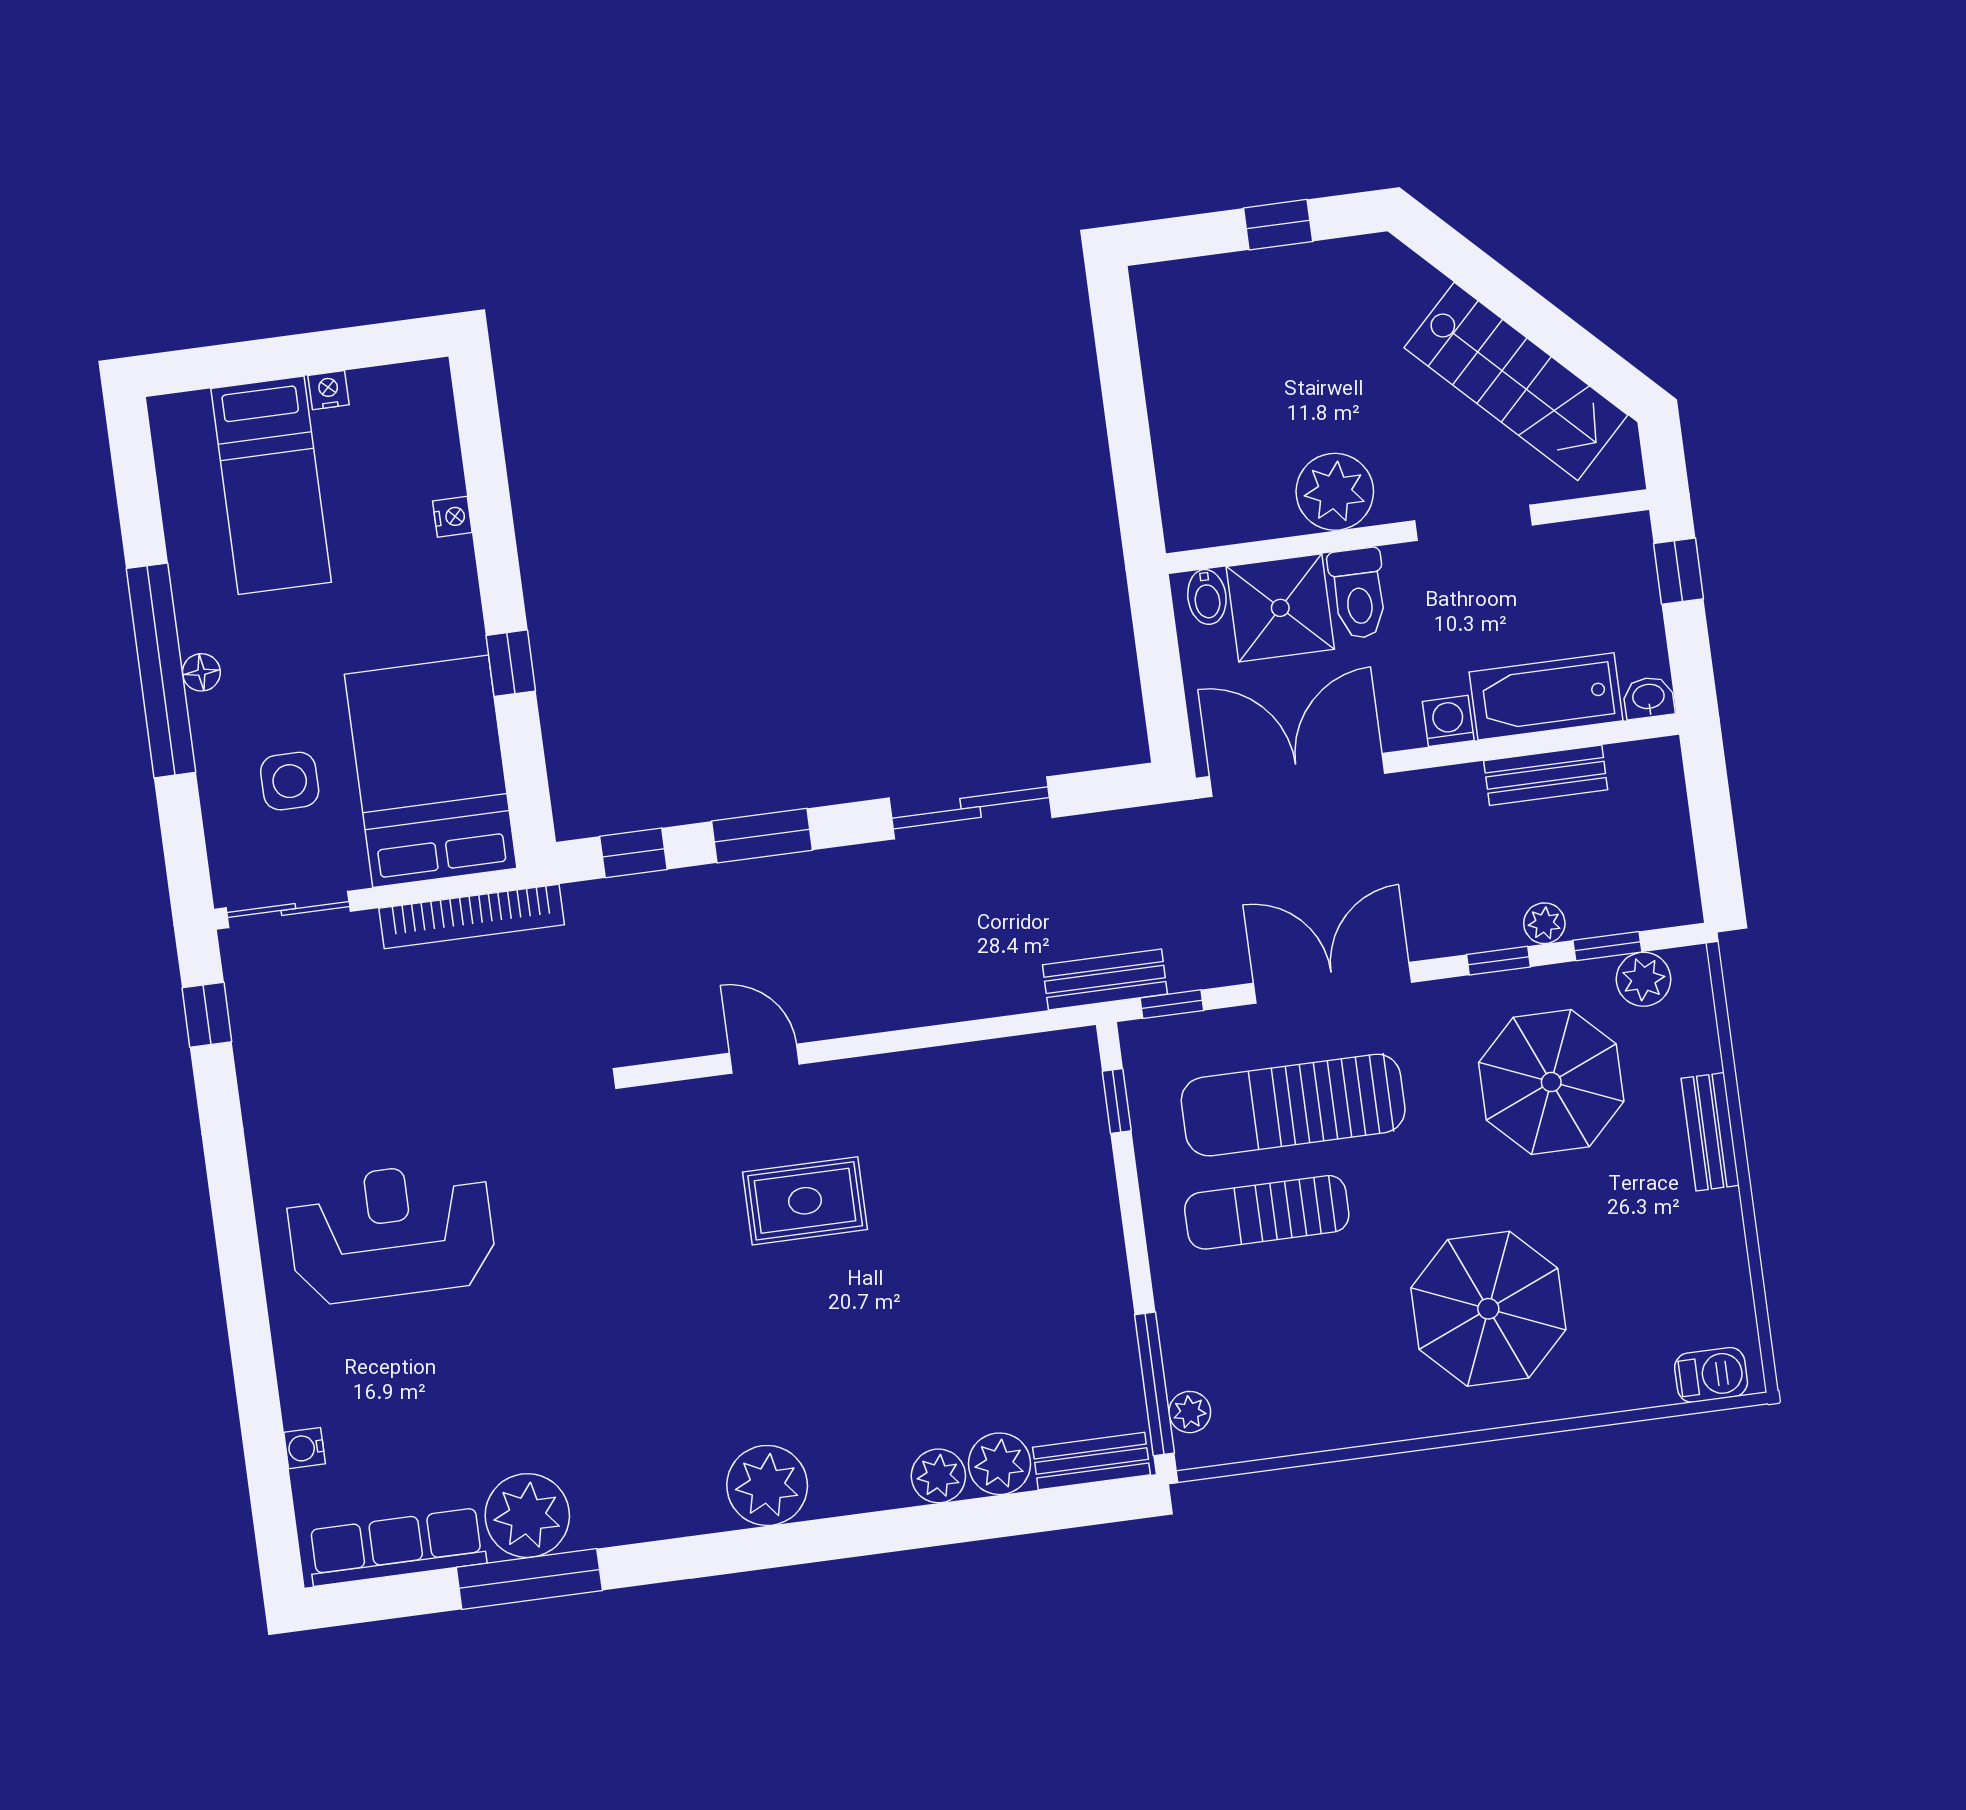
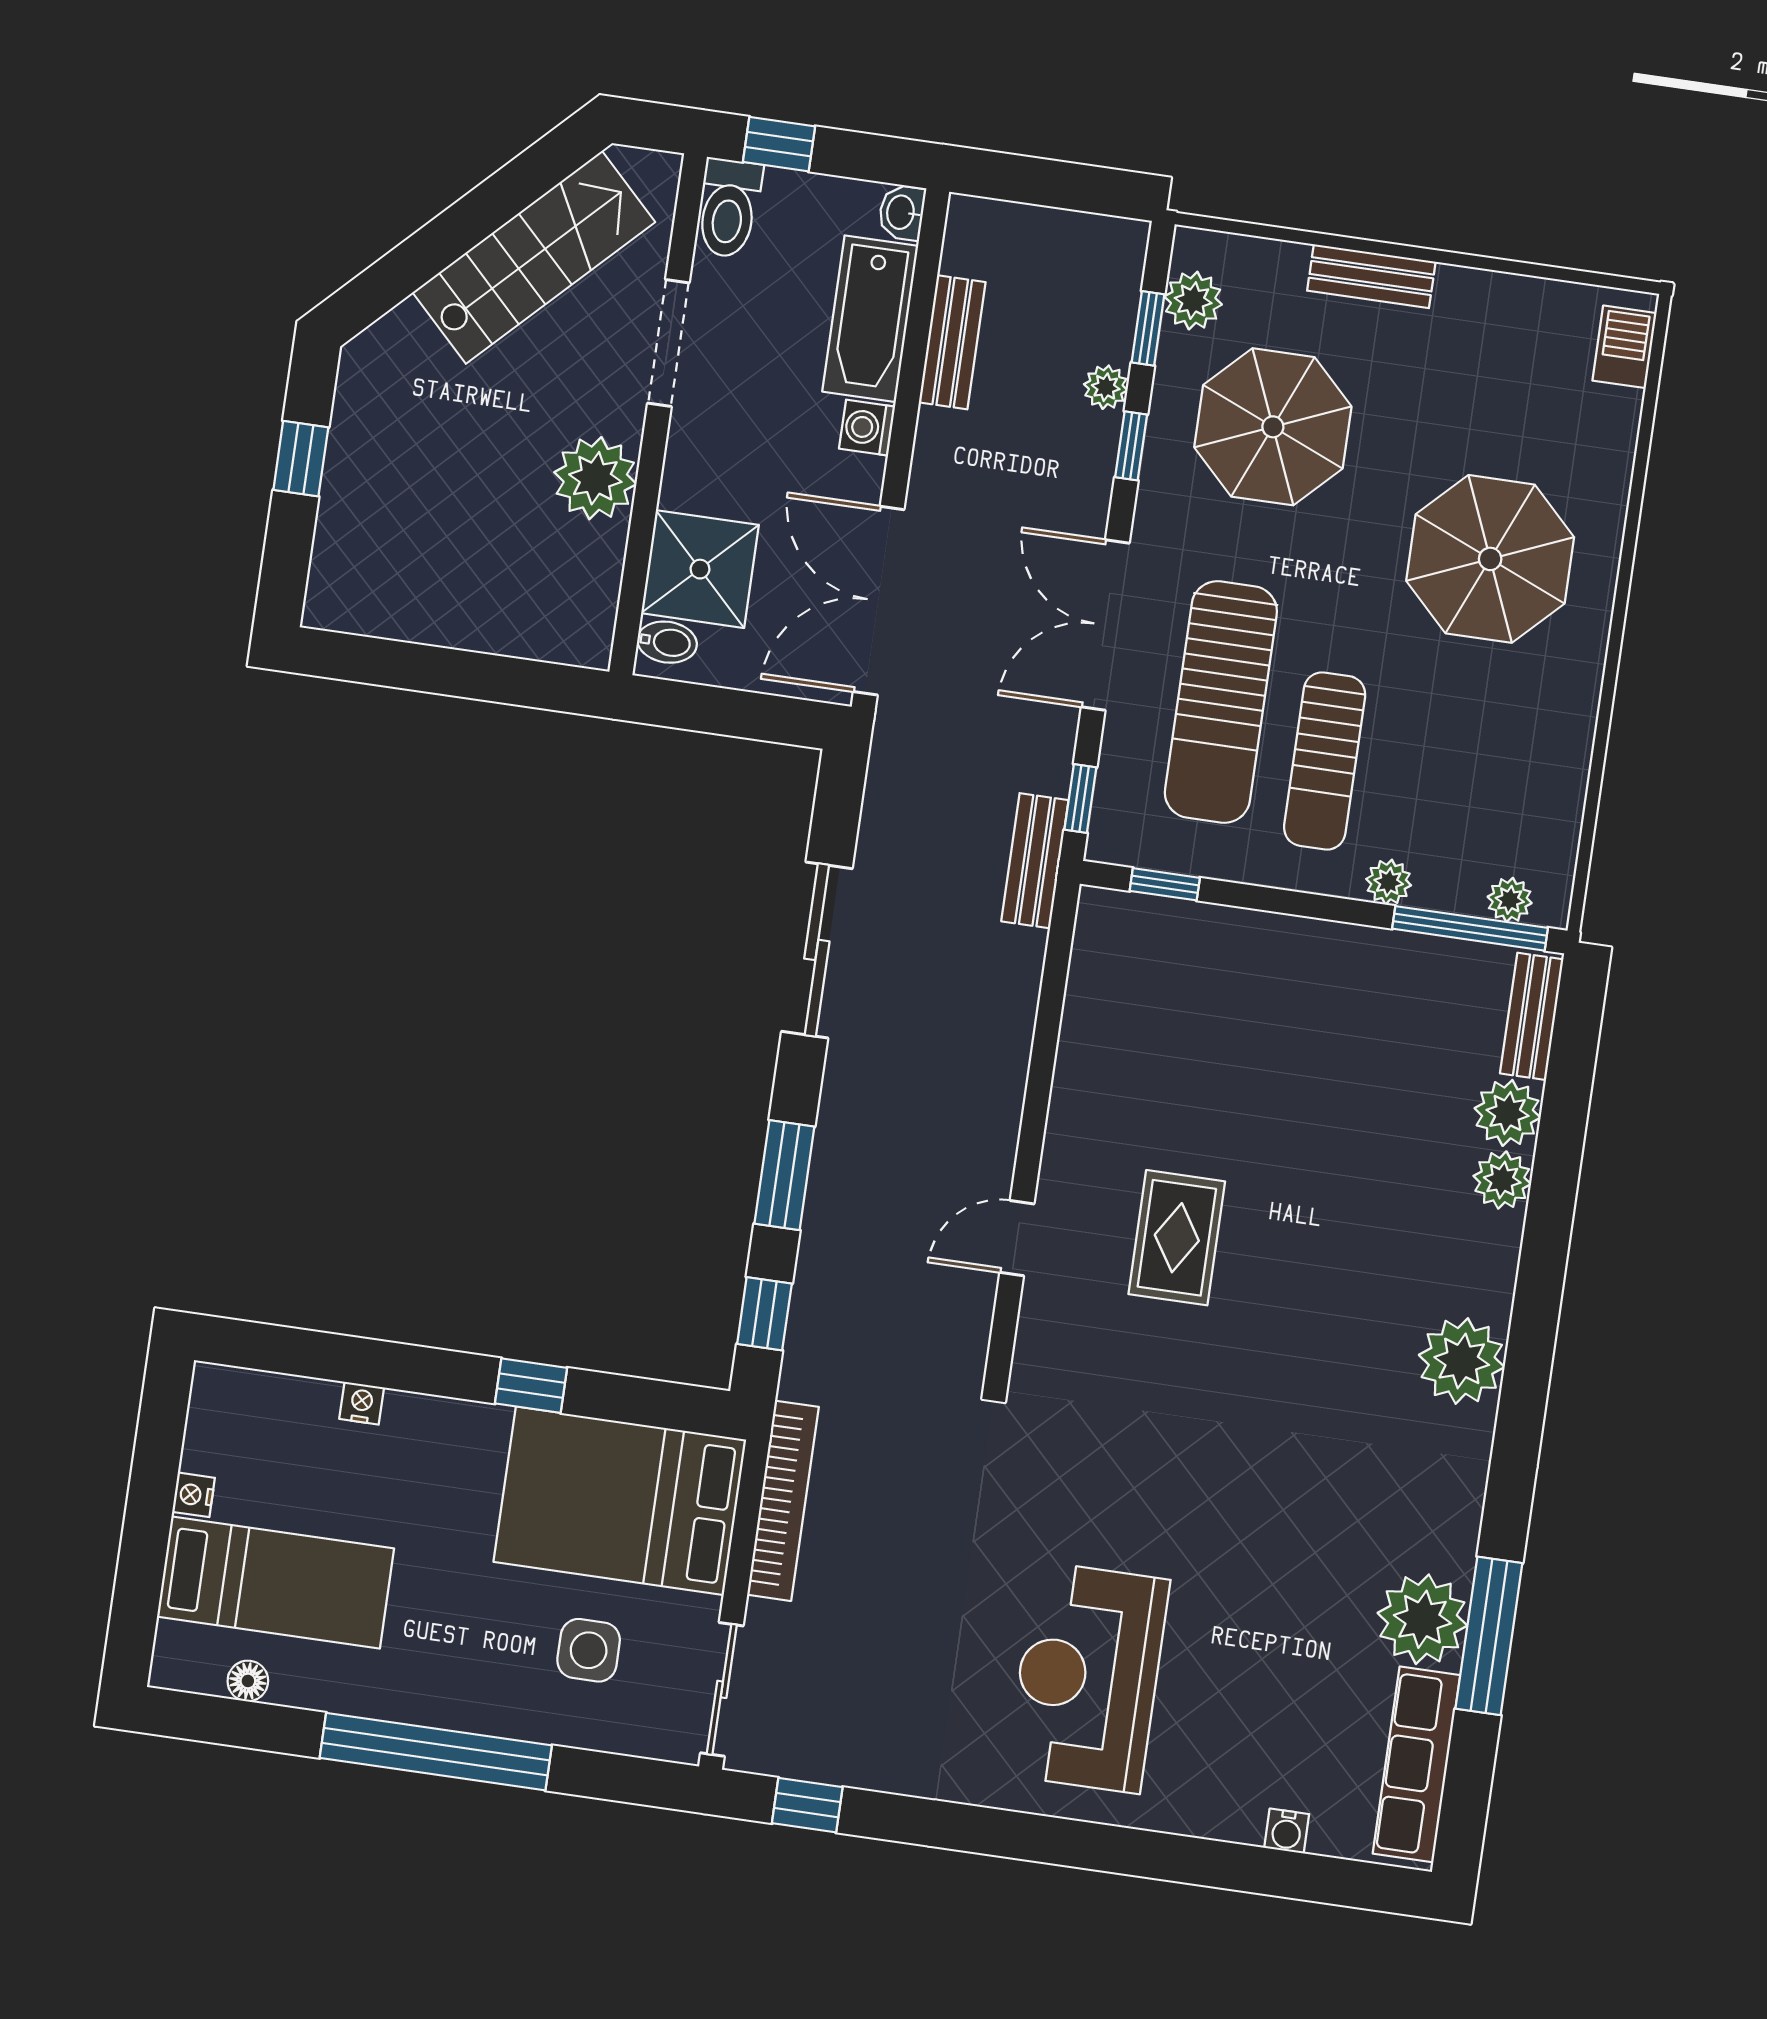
toilet: (1358, 593) -> (729, 208), moved, turned 90
floor lamp: (201, 672) -> (248, 1681), moved
plant: (1175, 1300) -> (1389, 882), added

